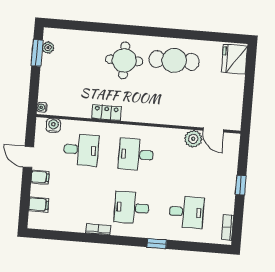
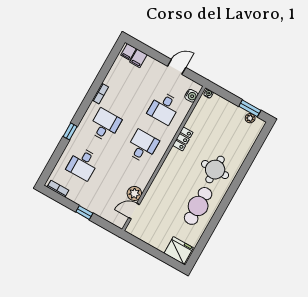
filing cabinet: (40, 177) -> (129, 52), moved

